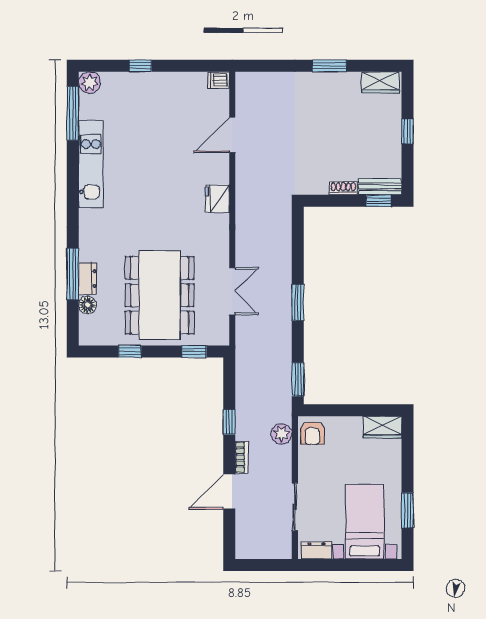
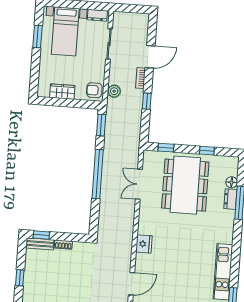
window: (298, 302) -> (98, 174), width x2.11
wardrobe: (383, 427) -> (62, 92), moved
armchair: (313, 433) -> (94, 90), turned -90

